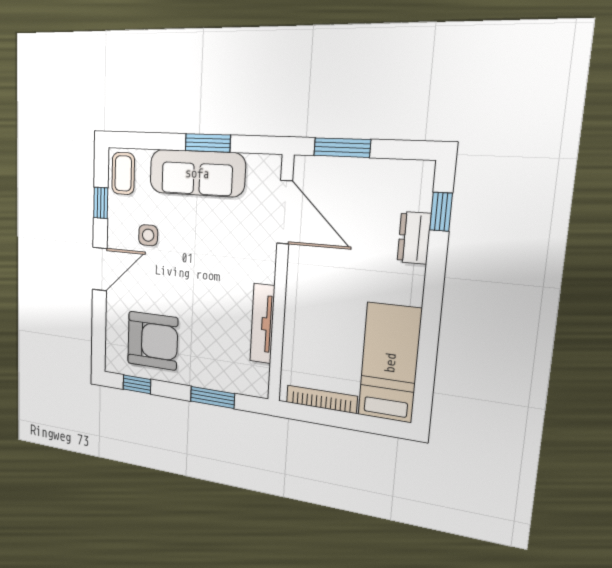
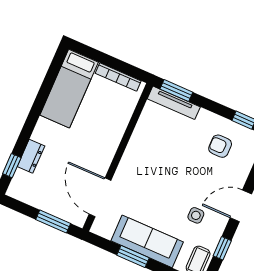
tv unit: (262, 324) -> (174, 103), moved, turned 90
armchair: (153, 341) -> (220, 146), width x0.53, depth x0.53
window: (212, 397) -> (176, 91), moved

